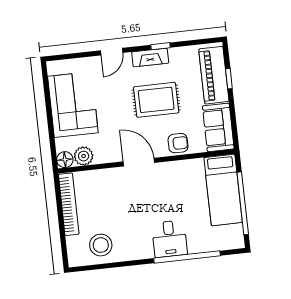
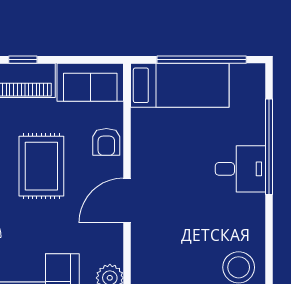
armchair: (178, 143) -> (106, 142), turned 180

